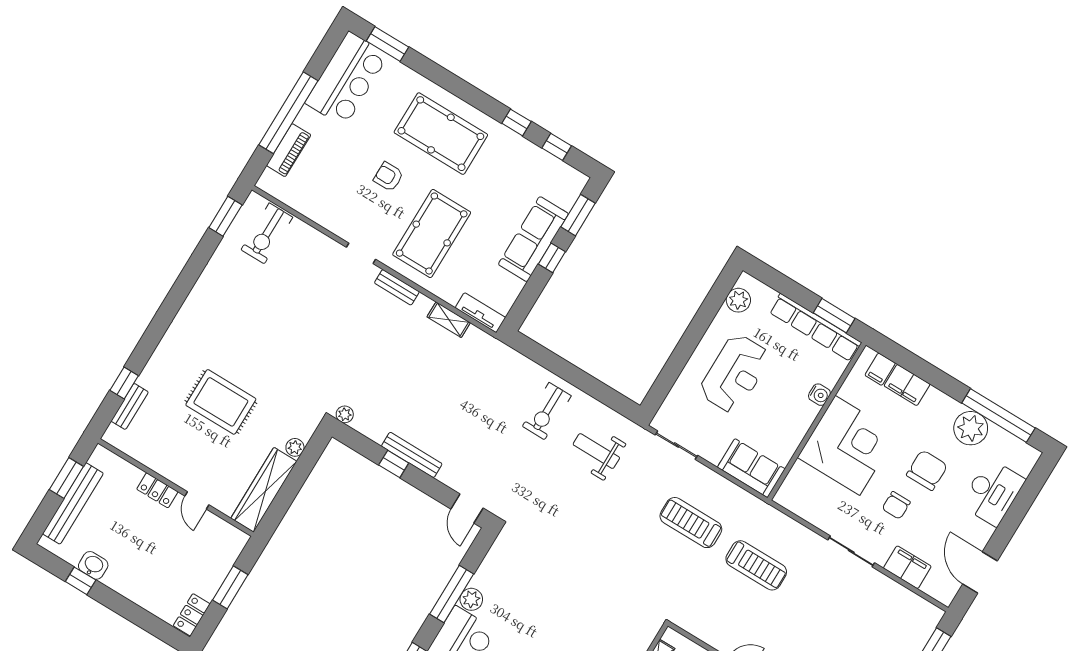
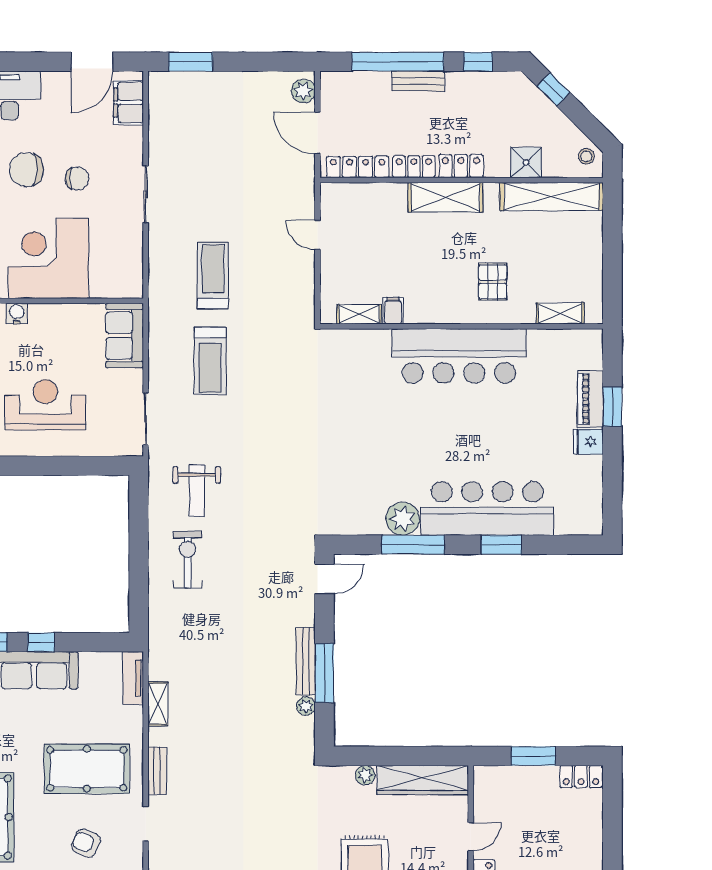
armchair: (388, 177) -> (86, 843), moved, turned 112
exercise bike: (547, 411) -> (188, 560), turned -90
plant: (345, 414) -> (306, 706), moved
window: (394, 464) -> (324, 673), width x2.17
filing cabinet: (907, 567) -> (129, 102), moved
plant: (471, 599) -> (403, 519), width x1.36, depth x1.36

